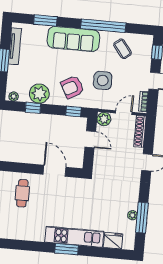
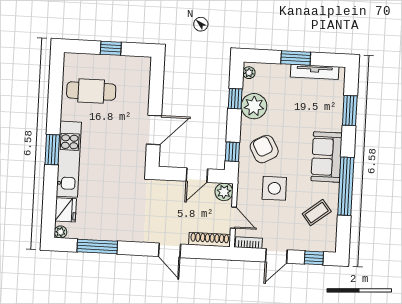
sofa: (73, 39) -> (327, 157), width x0.73
cafe table: (22, 193) -> (91, 91), moved, width x1.37, depth x1.35
plant: (132, 215) -> (61, 232), moved

